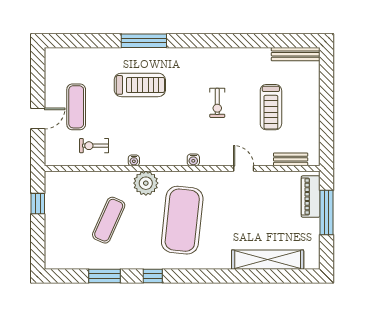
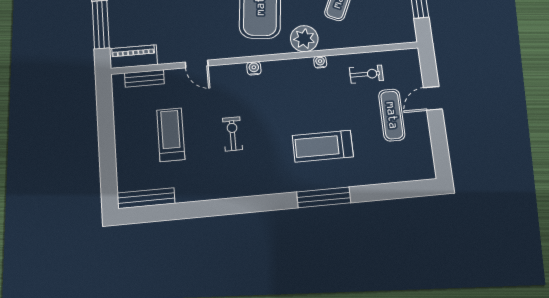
piano: (311, 197) -> (133, 57), moved, turned -90

